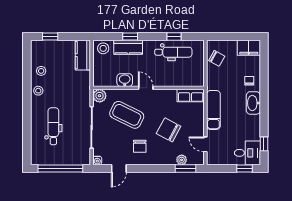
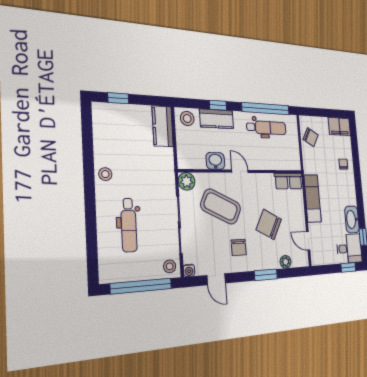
window: (174, 37) -> (266, 109), width x3.17
stool: (41, 71) -> (170, 266), moved
washbasin: (253, 103) -> (352, 219), moved
dental chair: (53, 126) -> (129, 225), turned 180
door: (119, 168) -> (216, 279), hinge flipped
window: (186, 168) -> (266, 275), moved

